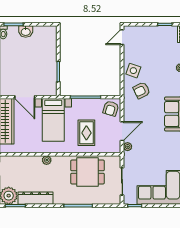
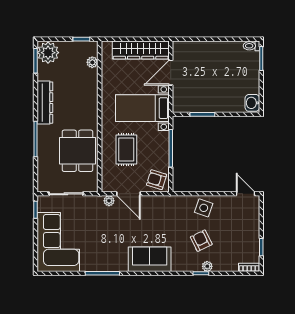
washbasin: (26, 32) -> (252, 103), moved
armchair: (142, 90) -> (201, 241), moved
rug: (86, 133) -> (126, 149), turned 90
plant: (47, 160) -> (92, 62), moved
dresser: (36, 198) -> (45, 103), moved

